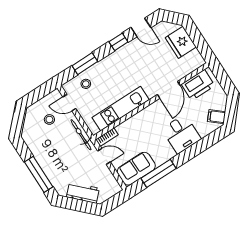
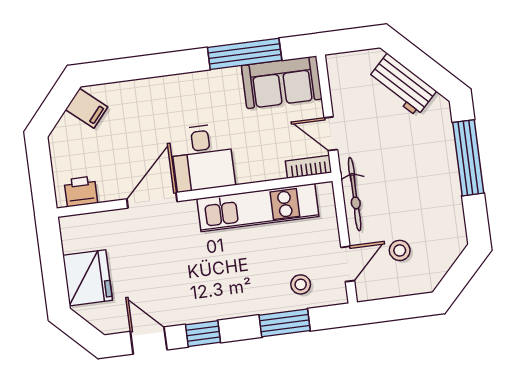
printer: (198, 85) -> (81, 191), width x0.53, depth x0.68
door: (69, 103) -> (348, 264), hinge flipped
desk: (181, 134) -> (203, 158), moved, turned 180

